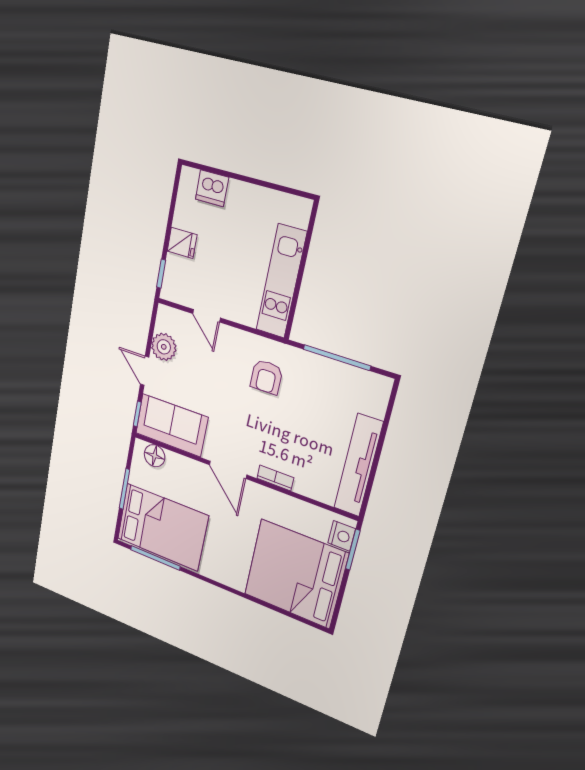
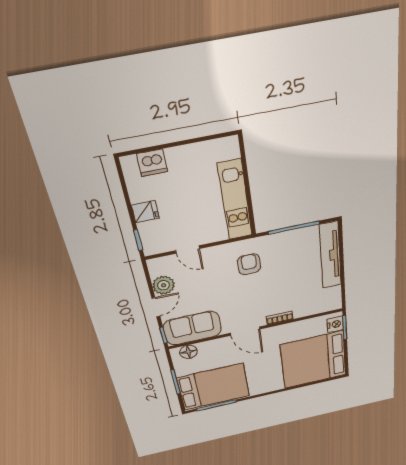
door: (145, 371) -> (156, 307), swing flipped
armchair: (266, 377) -> (249, 264), turned 180
tv unit: (358, 465) -> (330, 255), moved

